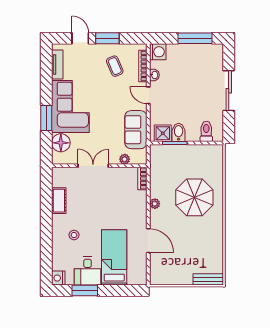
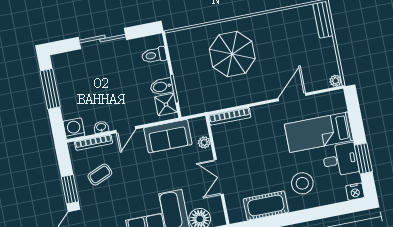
bookcase: (142, 179) -> (230, 116), width x1.56
cot: (59, 201) -> (266, 206), width x1.37, depth x1.34
plant: (155, 204) -> (336, 81), moved
stool: (74, 235) -> (302, 183), width x1.89, depth x1.89

